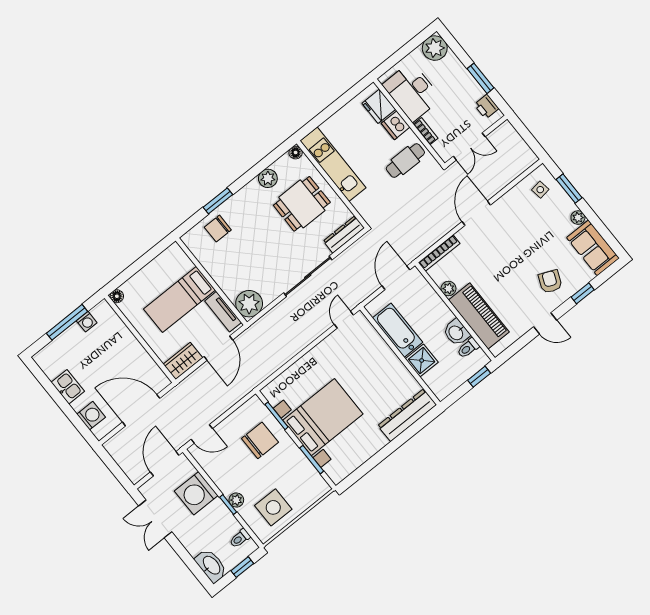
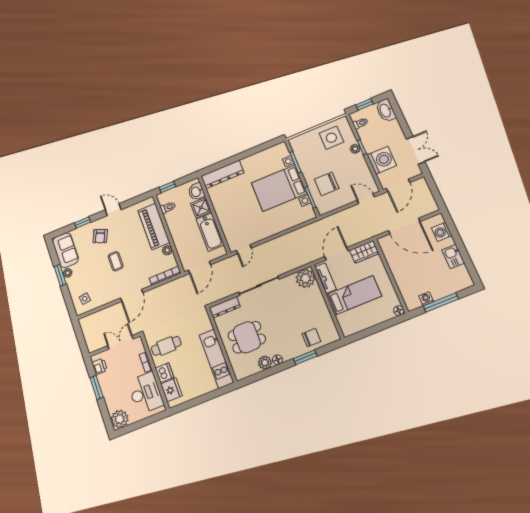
floor lamp: (296, 153) -> (277, 360), moved
window: (569, 189) -> (60, 275), moved
coffee table: (515, 253) -> (116, 261), added
washbasin: (456, 332) -> (196, 192), moved, turned 180

